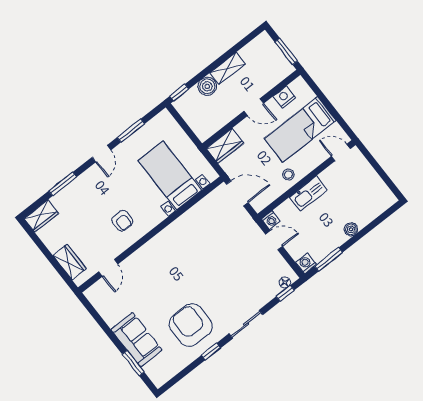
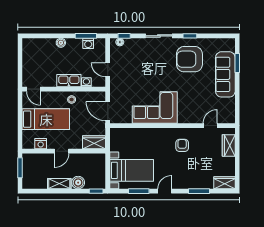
door: (254, 107) -> (62, 151), swing flipped
bed with nightstands: (170, 175) -> (132, 170), moved, turned -90
washing machine: (271, 220) -> (86, 82), moved
corner sofa: (187, 239) -> (155, 108), added
washing machine: (306, 263) -> (88, 43), moved
armchair: (191, 325) -> (189, 59), turned 90
sofa: (136, 340) -> (225, 74), width x1.36

